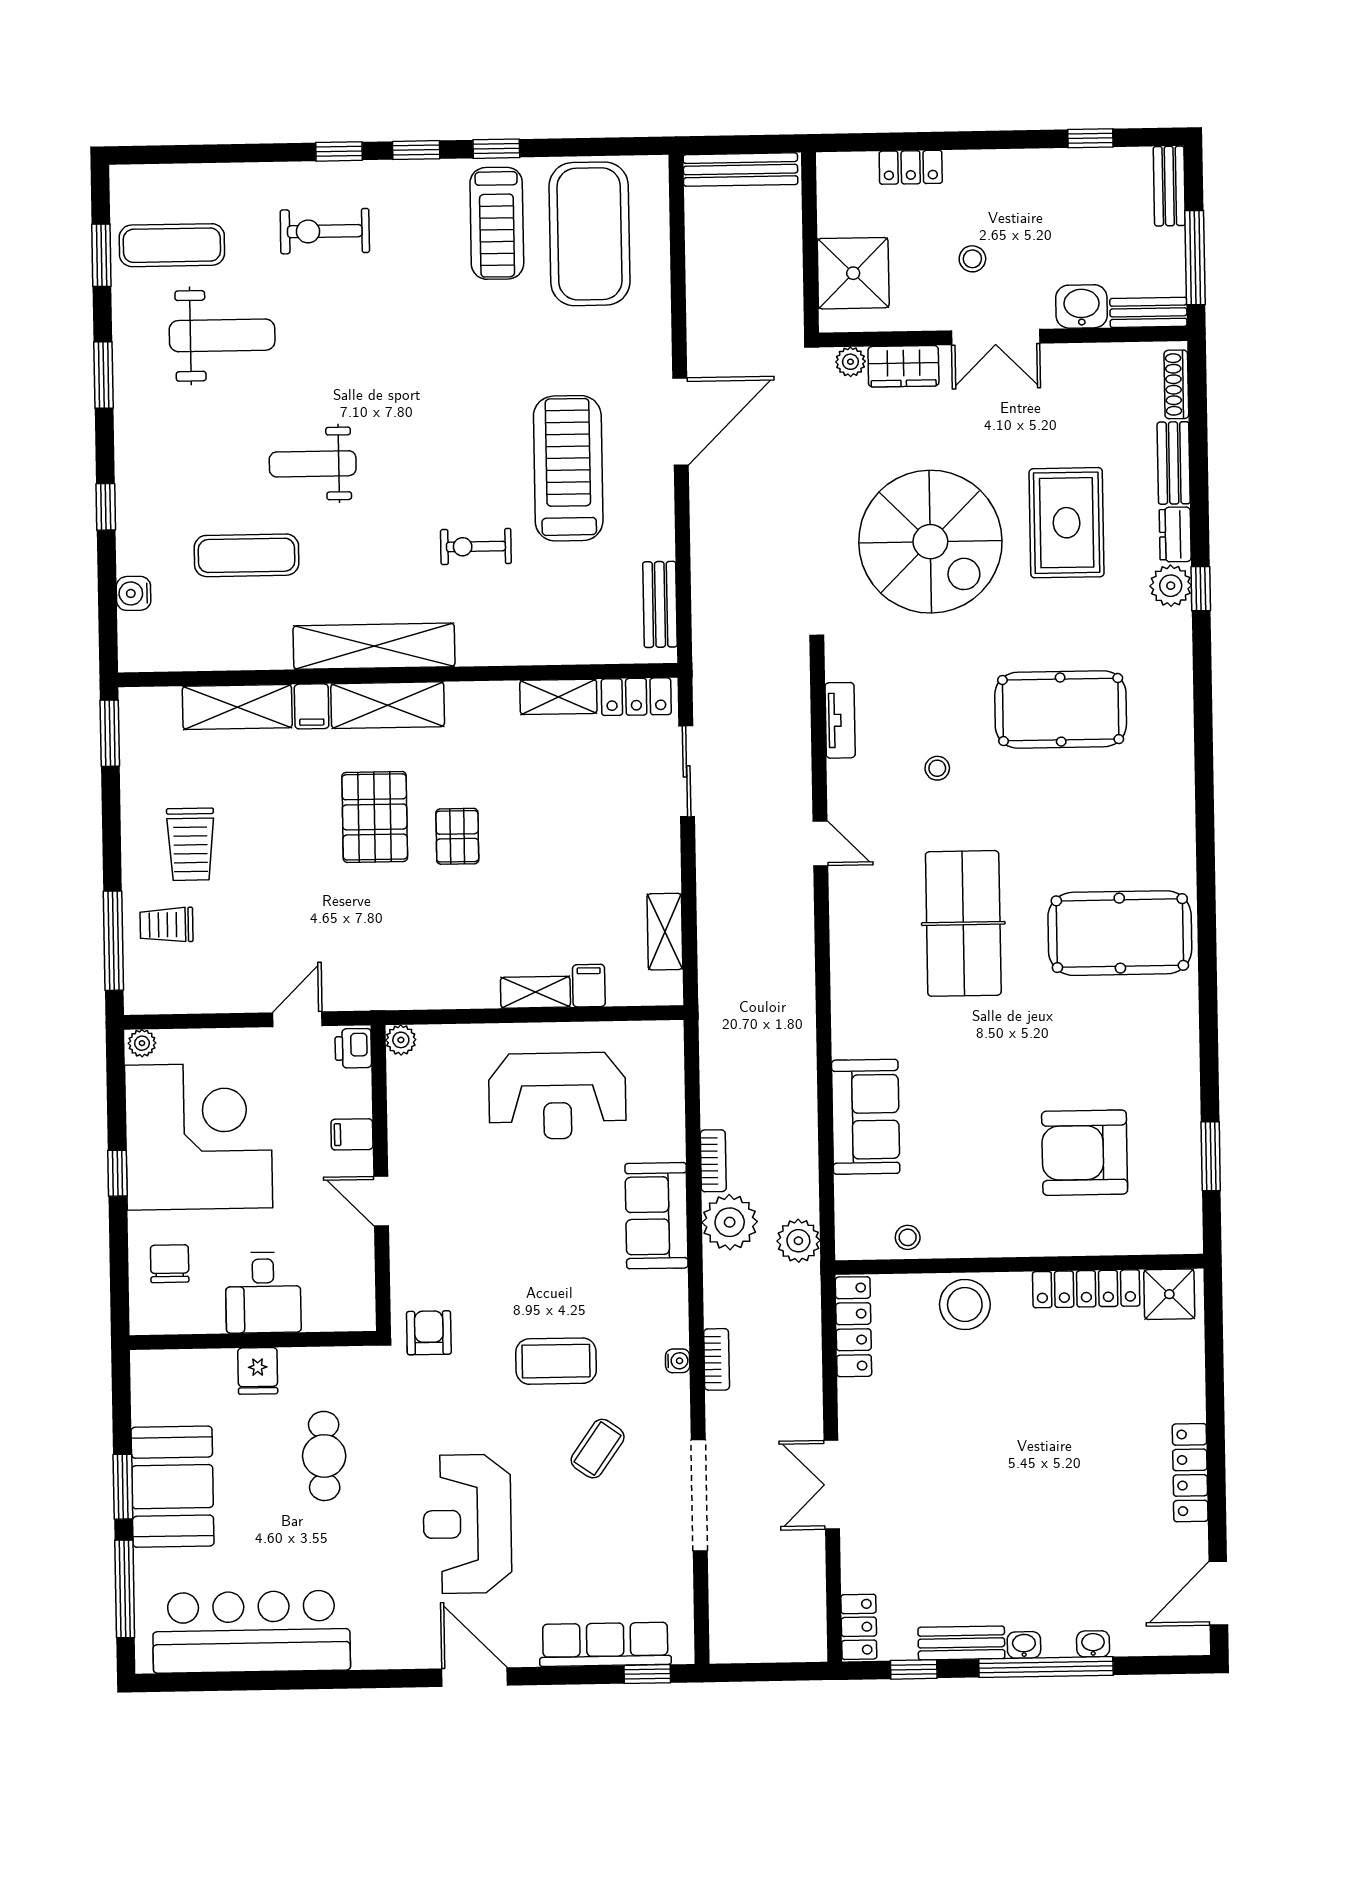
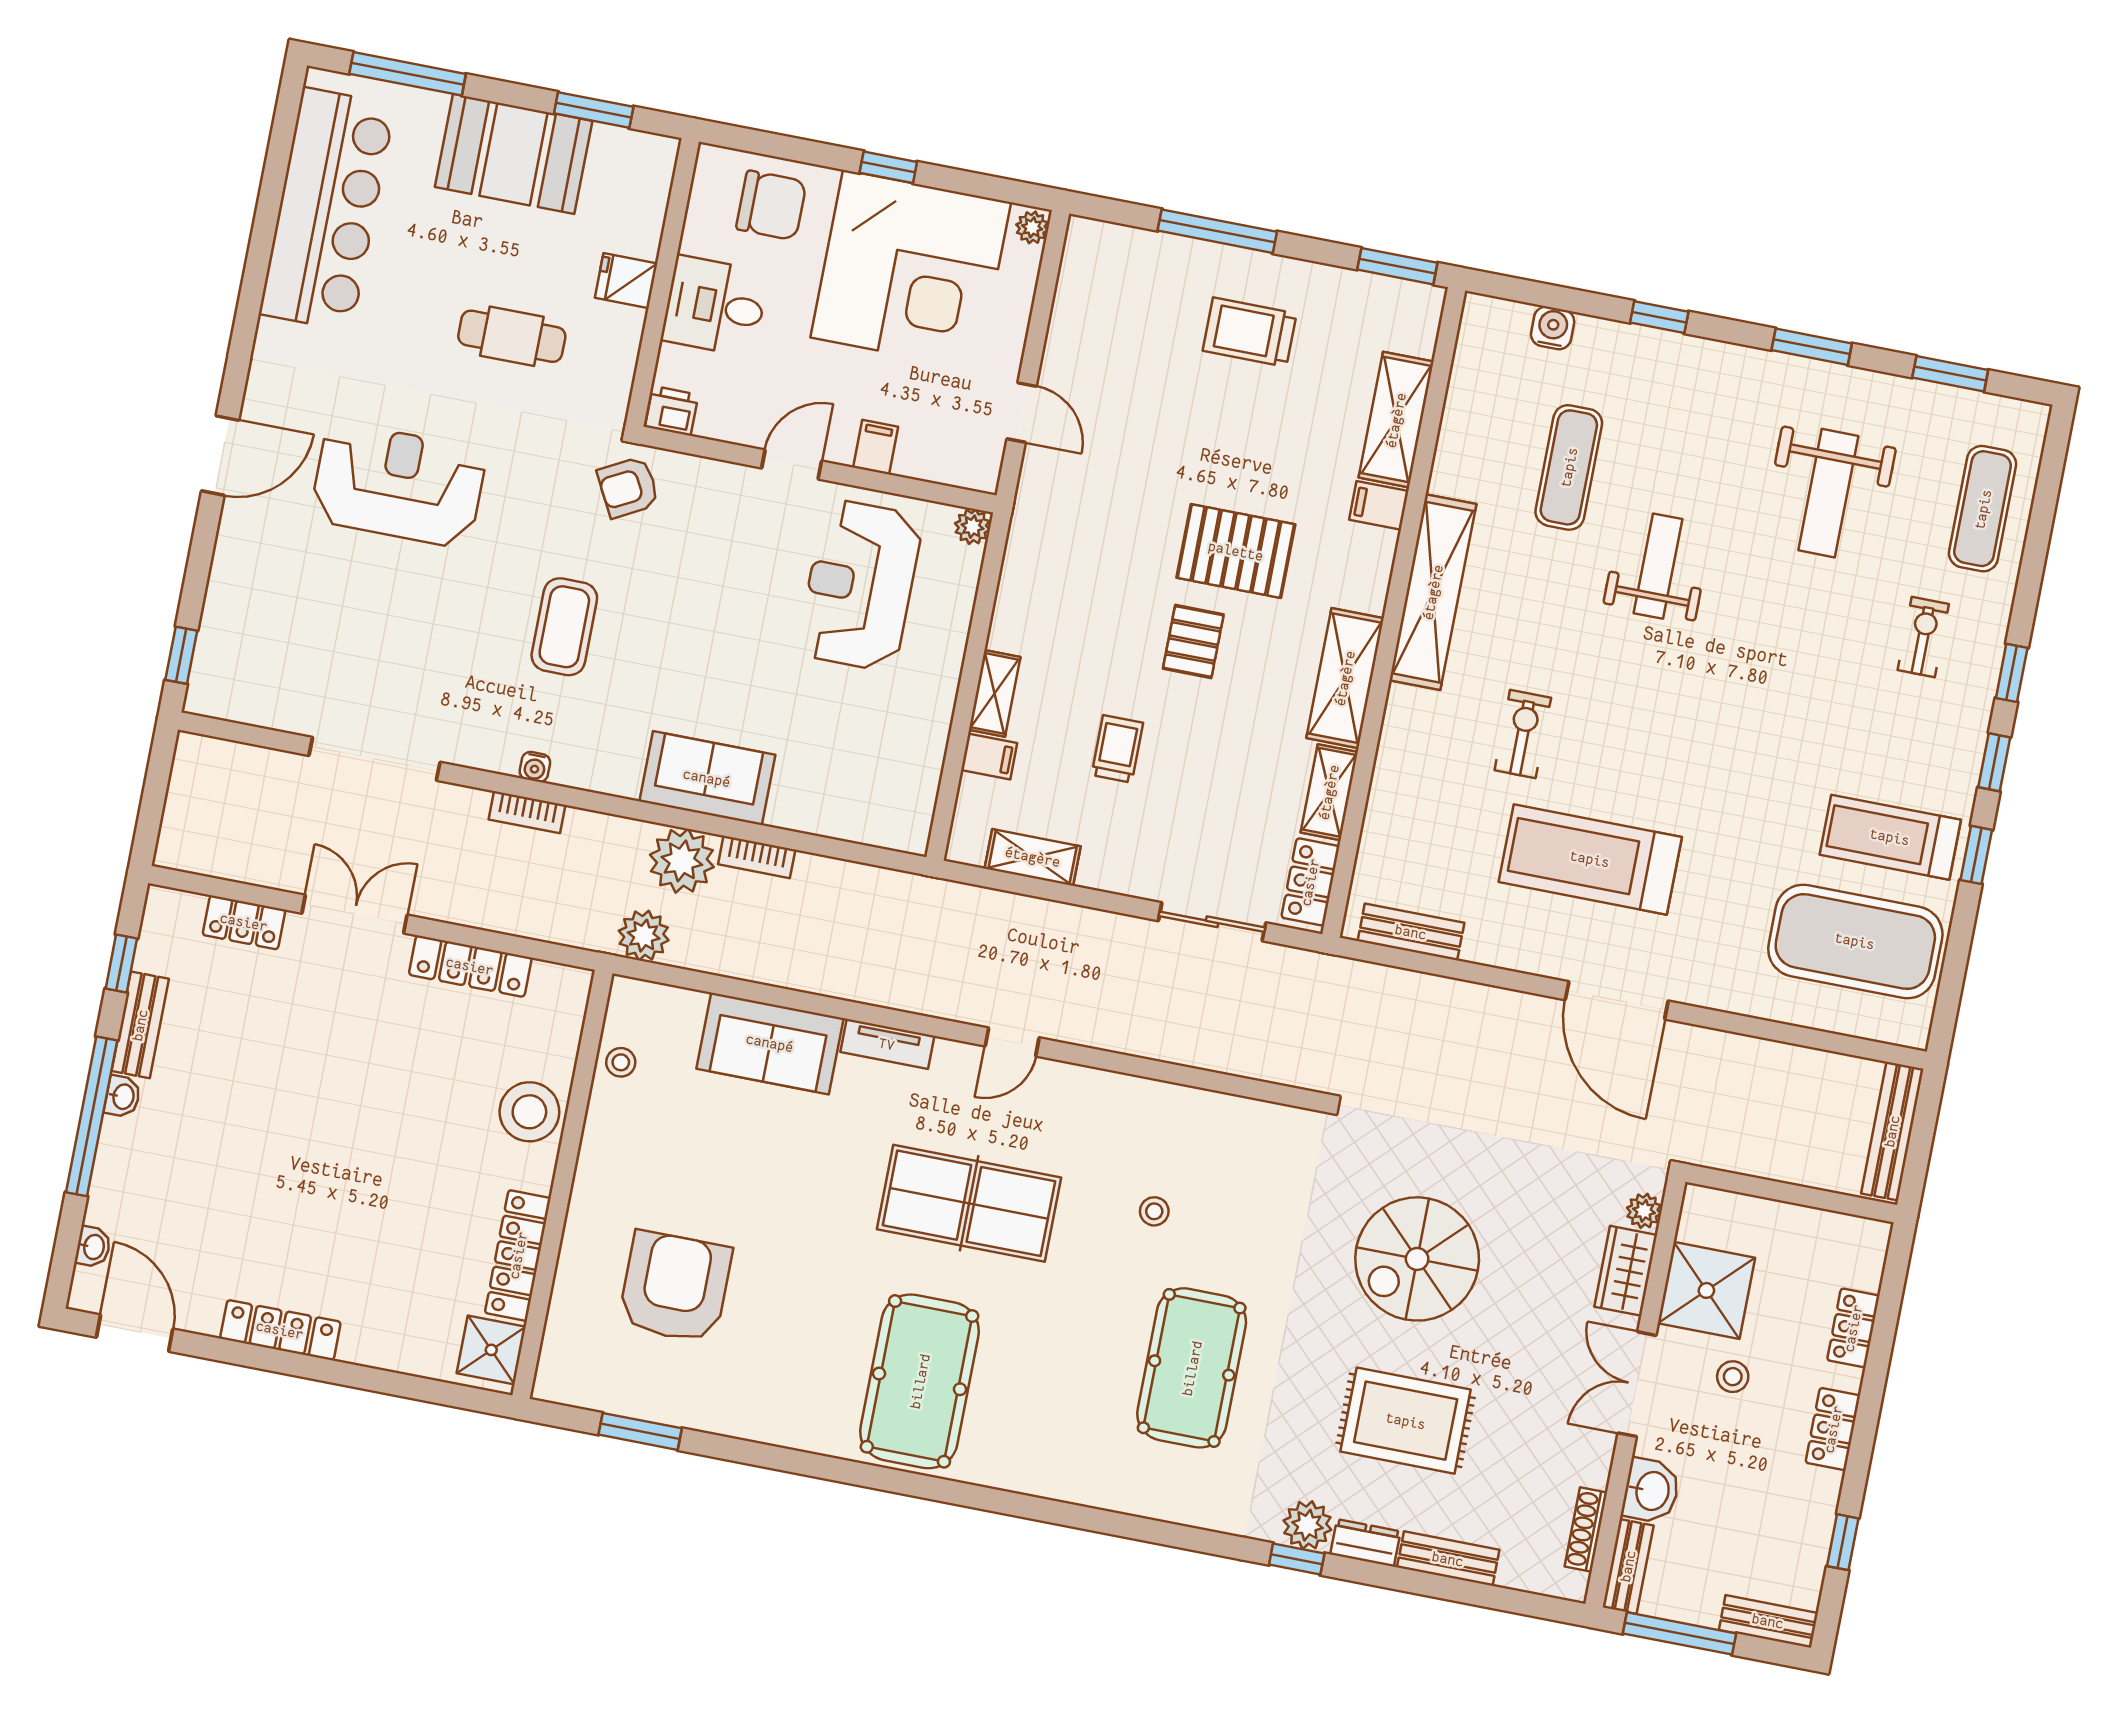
locker: (998, 166) -> (1833, 1429), added
exercise bike: (325, 231) -> (1923, 637), width x0.73, depth x0.72
exercise mat: (172, 245) -> (1983, 509), moved
shower: (853, 273) -> (1706, 1290), moved
shoe rack: (1176, 384) -> (1586, 1530), moved, turned -90
treadmill: (568, 468) -> (1590, 859), turned 180
spiral stairs: (930, 542) -> (1417, 1259), width x0.73, depth x0.73
shelving: (388, 705) -> (1345, 678), moved
tv unit: (840, 720) -> (887, 1044), moved
pallet: (457, 836) -> (1193, 642), turned 90
door: (820, 843) -> (1012, 1042), moved
trolley: (166, 925) -> (1117, 749), moved
window: (113, 941) -> (1217, 231), moved
printer: (353, 1048) -> (672, 411), moved
reception desk: (557, 1096) -> (860, 585), moved
chair: (170, 1264) -> (771, 205), width x1.37, depth x1.37
locker: (853, 1327) -> (470, 966), moved
armchair: (429, 1333) -> (628, 487), turned 152
coffee table: (598, 1449) -> (453, 653), removed
window: (123, 1487) -> (594, 110), moved
locker: (859, 1627) -> (244, 922), moved
row of seats: (605, 1644) -> (226, 614), removed
washbasin: (1093, 1644) -> (93, 1247), moved

